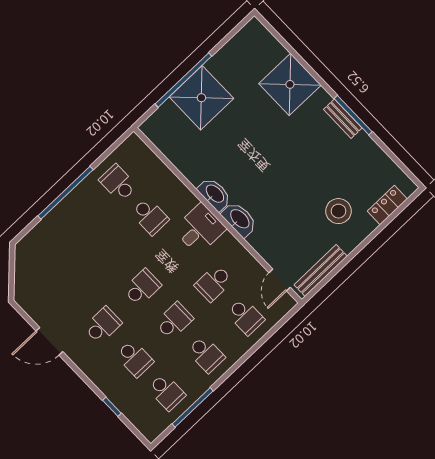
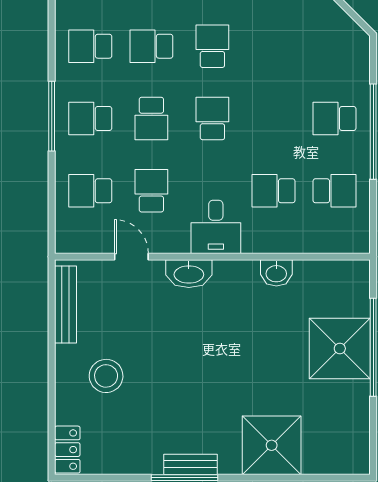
washbasin: (215, 194) -> (276, 273), moved, width x0.72
locker: (387, 205) -> (67, 450), moved
school desk: (79, 221) -> (335, 118), added
door: (280, 280) -> (131, 257), moved
school desk: (142, 287) -> (212, 118), turned 180
school desk: (103, 325) -> (212, 46), turned 180
window: (193, 407) -> (52, 116), moved

